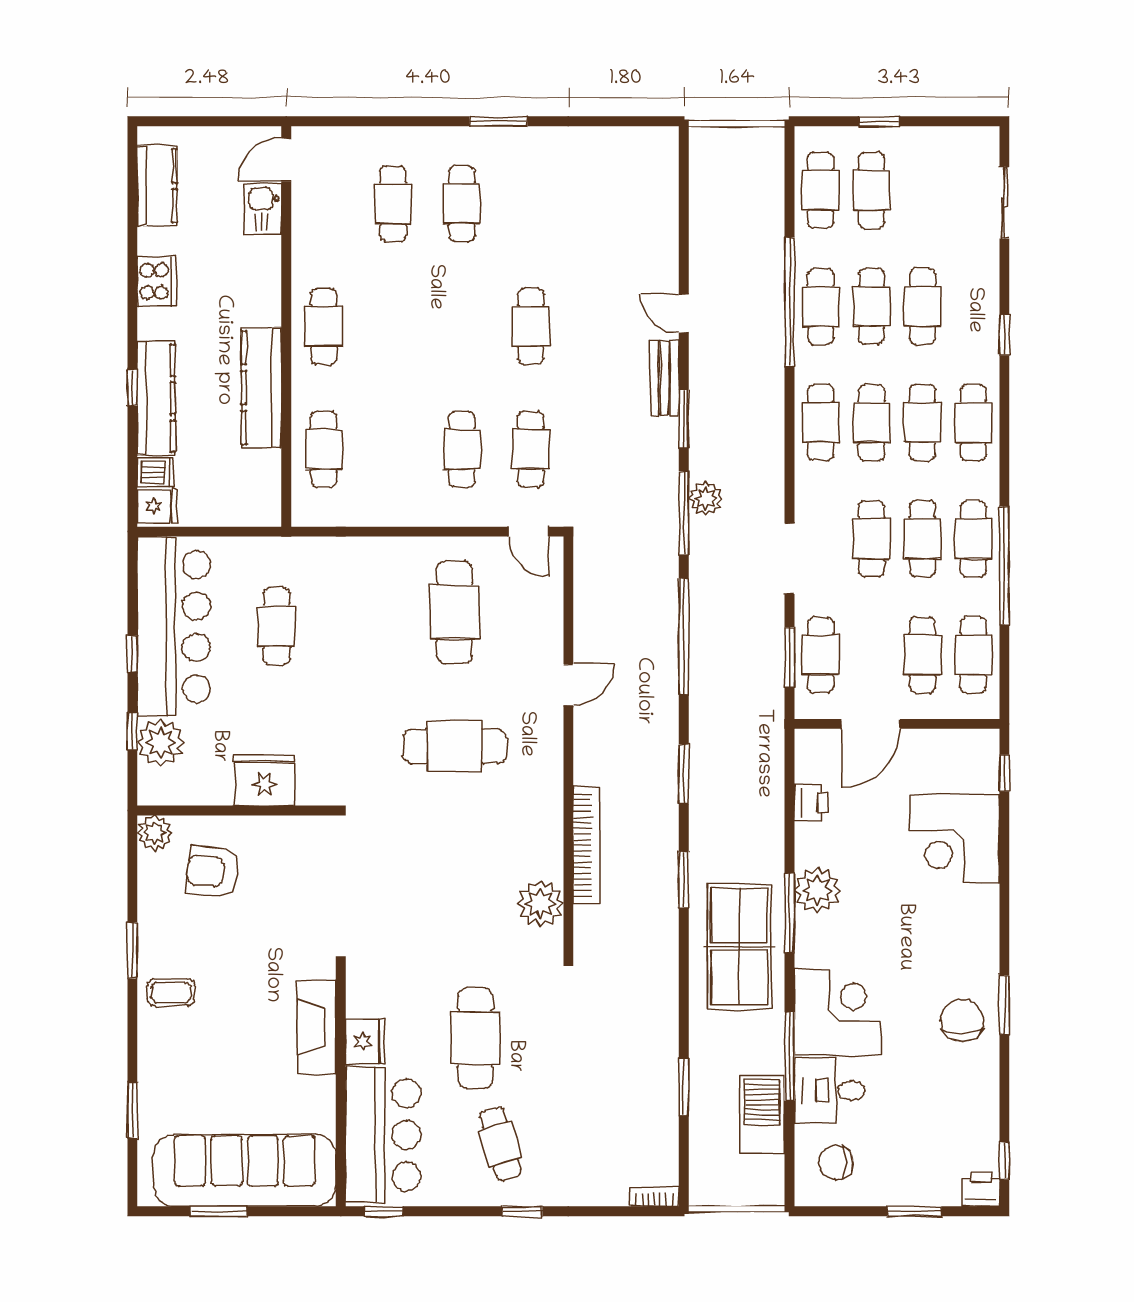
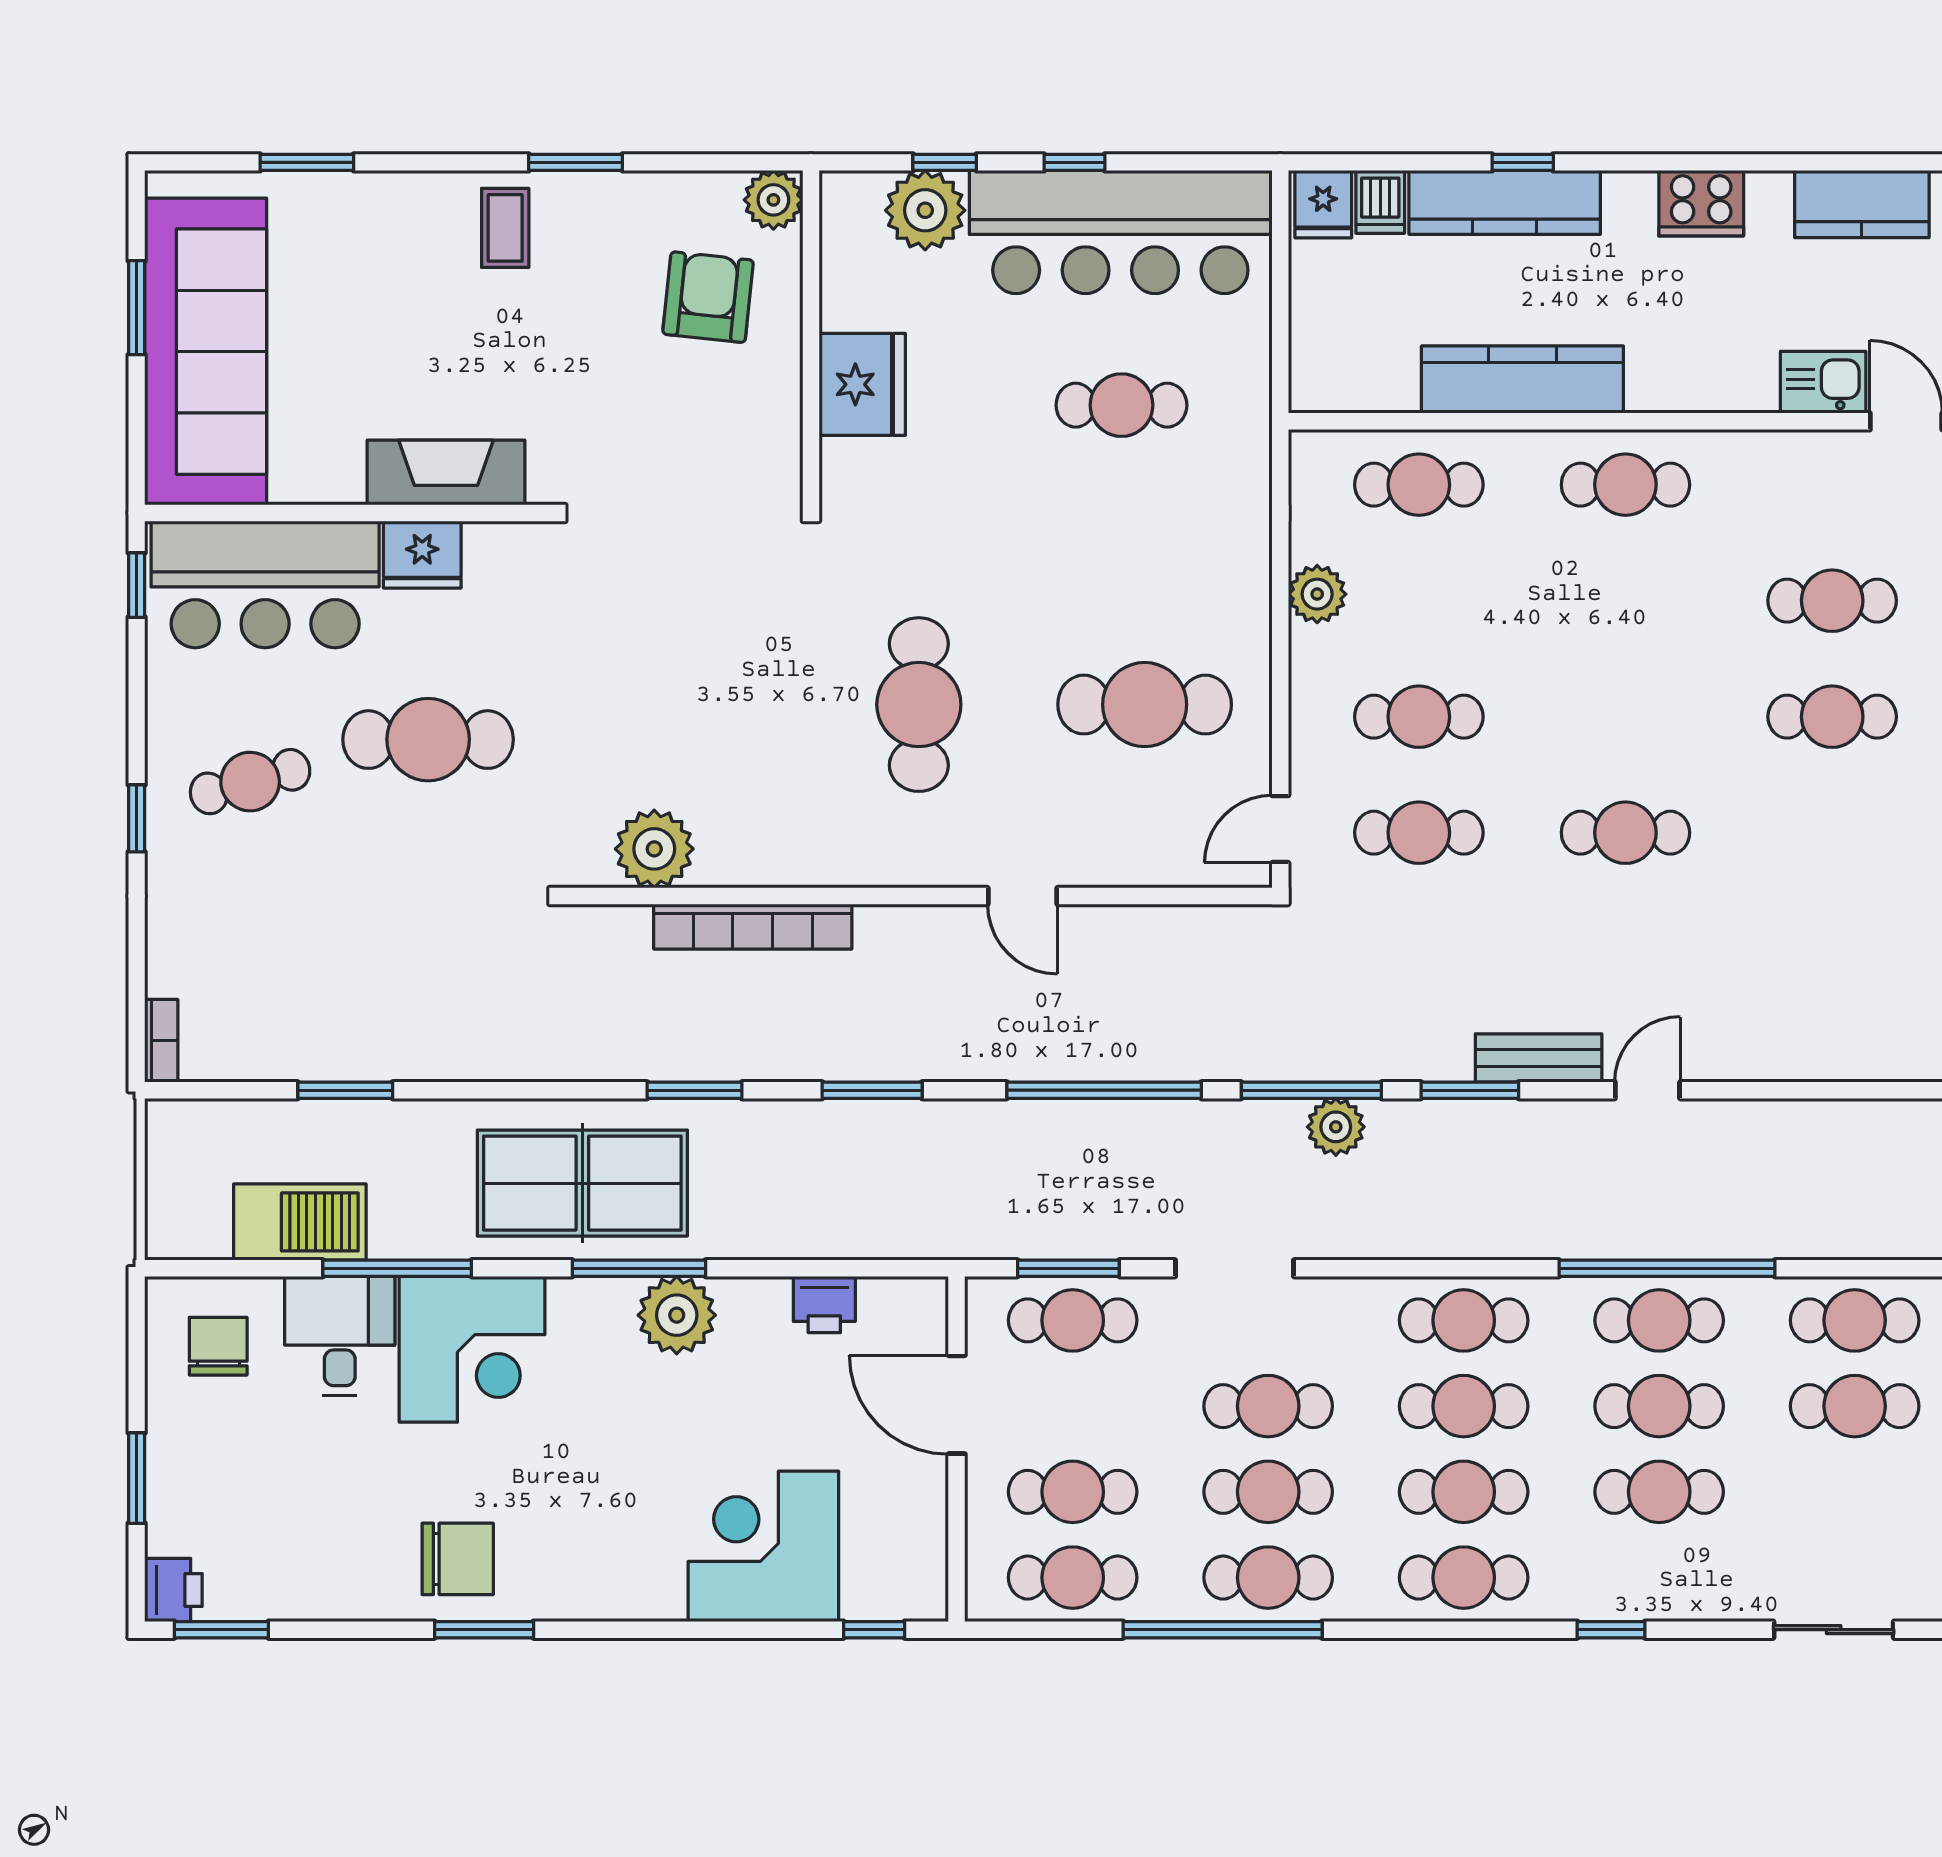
plant: (389, 510) -> (1317, 594), added
window: (1004, 1161) -> (221, 1630), width x1.50

